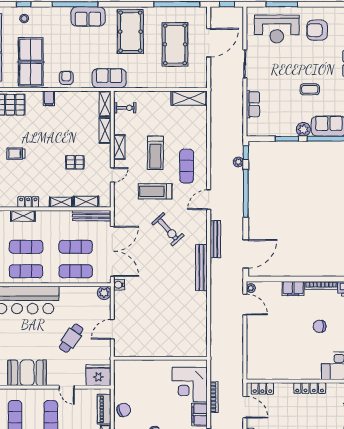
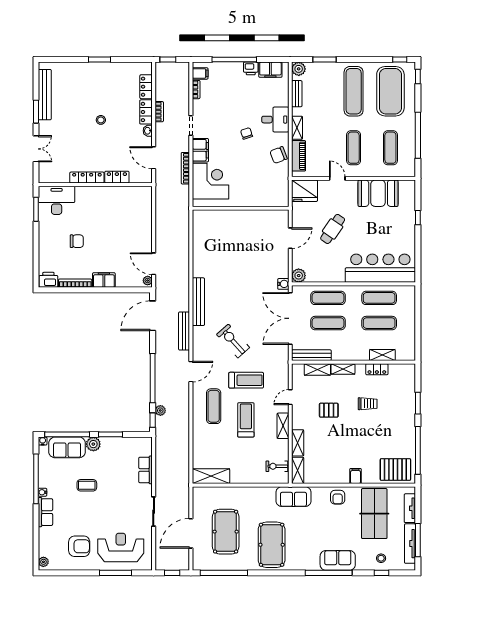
sofa: (88, 16) -> (338, 560), moved
trolley: (16, 154) -> (368, 404), moved
locker: (262, 388) -> (117, 177), moved

